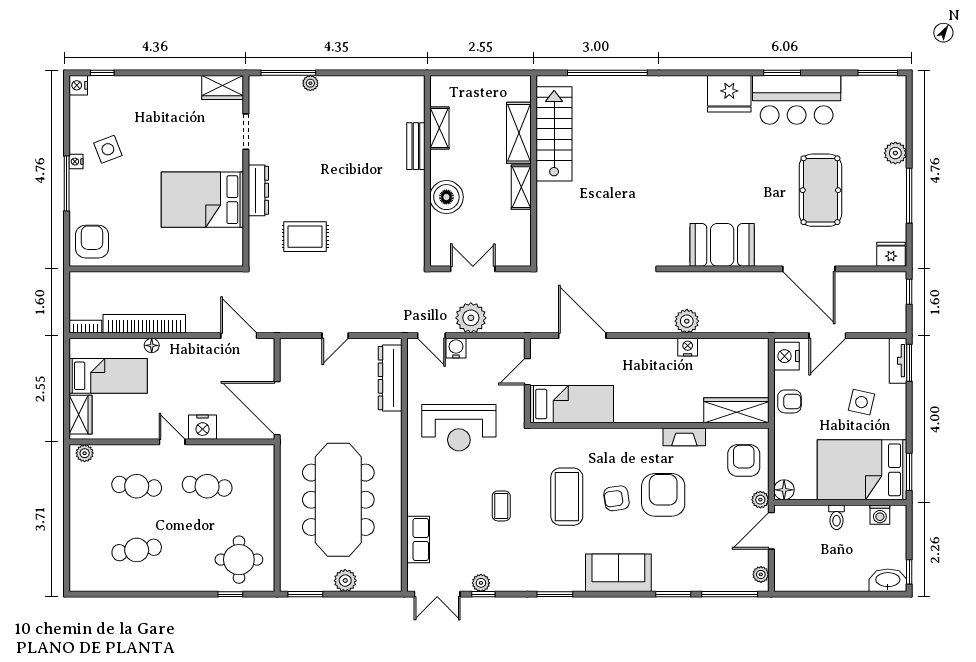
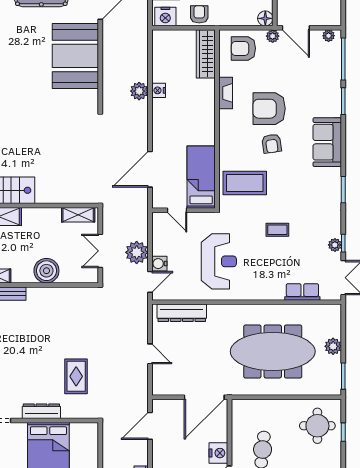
shelving: (521, 187) -> (78, 215), moved
booth: (722, 245) -> (75, 56), width x1.36, depth x1.42
coffee table: (567, 497) -> (245, 183), moved

